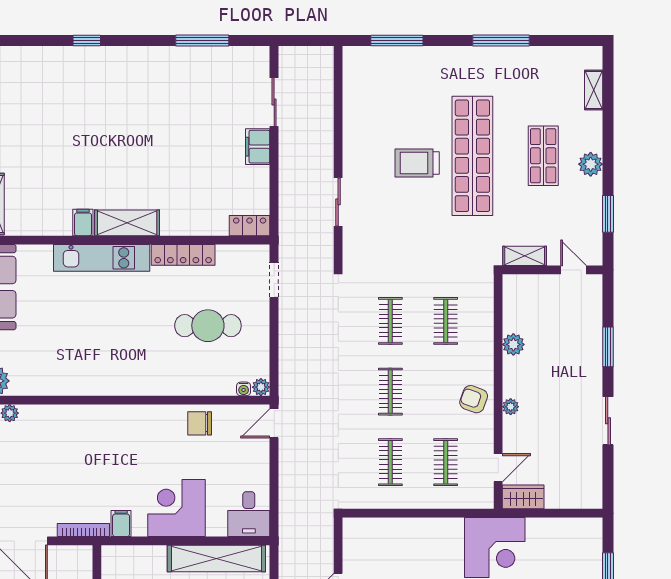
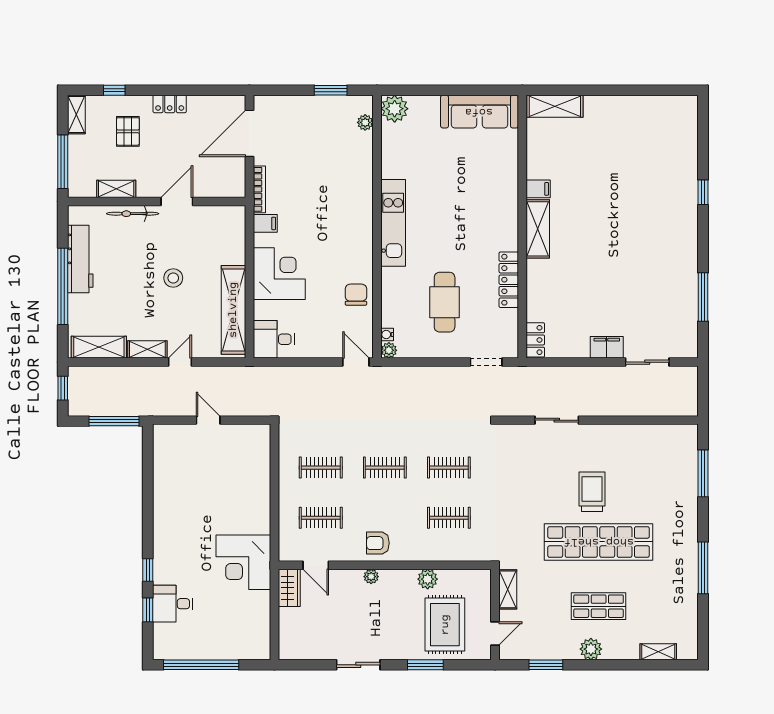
kitchen unit: (102, 258) -> (393, 223), moved, turned 180
rug: (564, 325) -> (445, 625), added
armchair: (474, 399) -> (378, 543), turned -110

